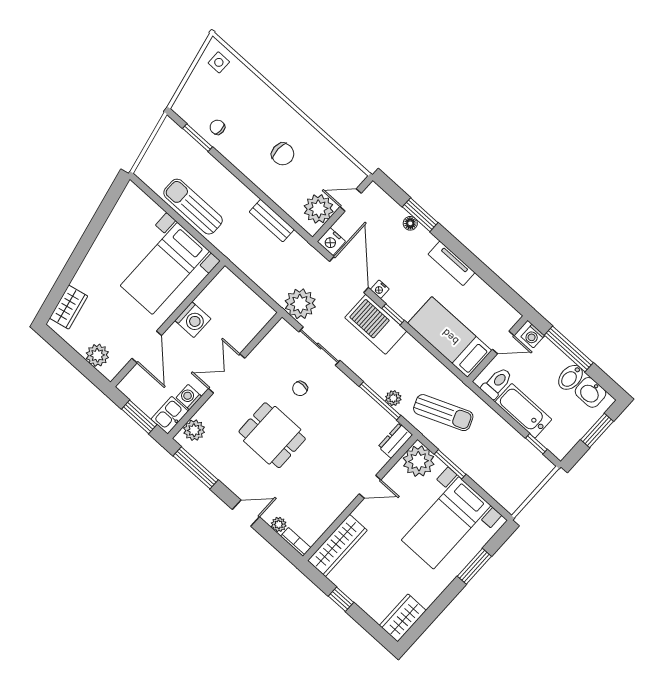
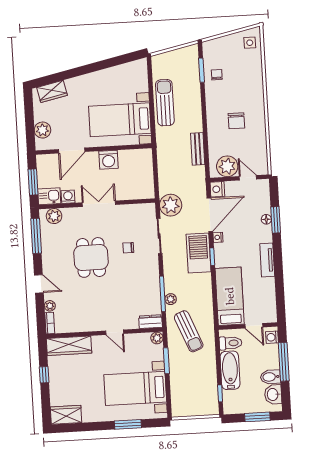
plant: (419, 461) -> (157, 338), width x0.53, depth x0.53

